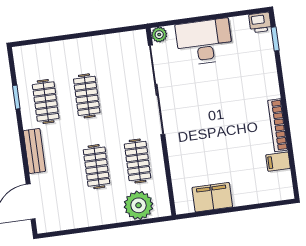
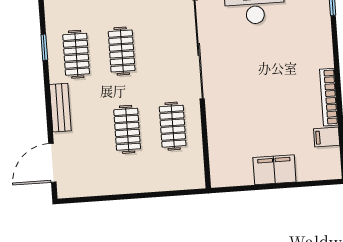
filing cabinet: (212, 197) -> (274, 170), moved
plant: (139, 205) -> (170, 175), removed

